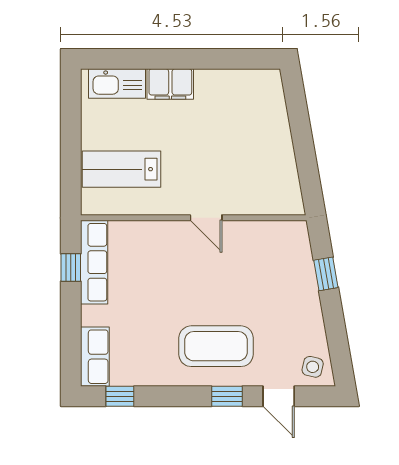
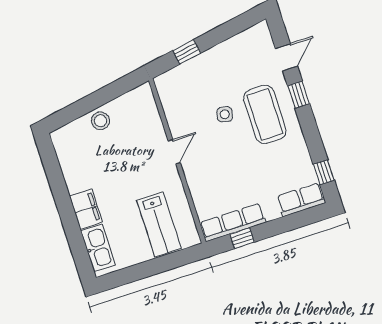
stool: (275, 138) -> (100, 121), added
side table: (313, 367) -> (225, 114), moved

